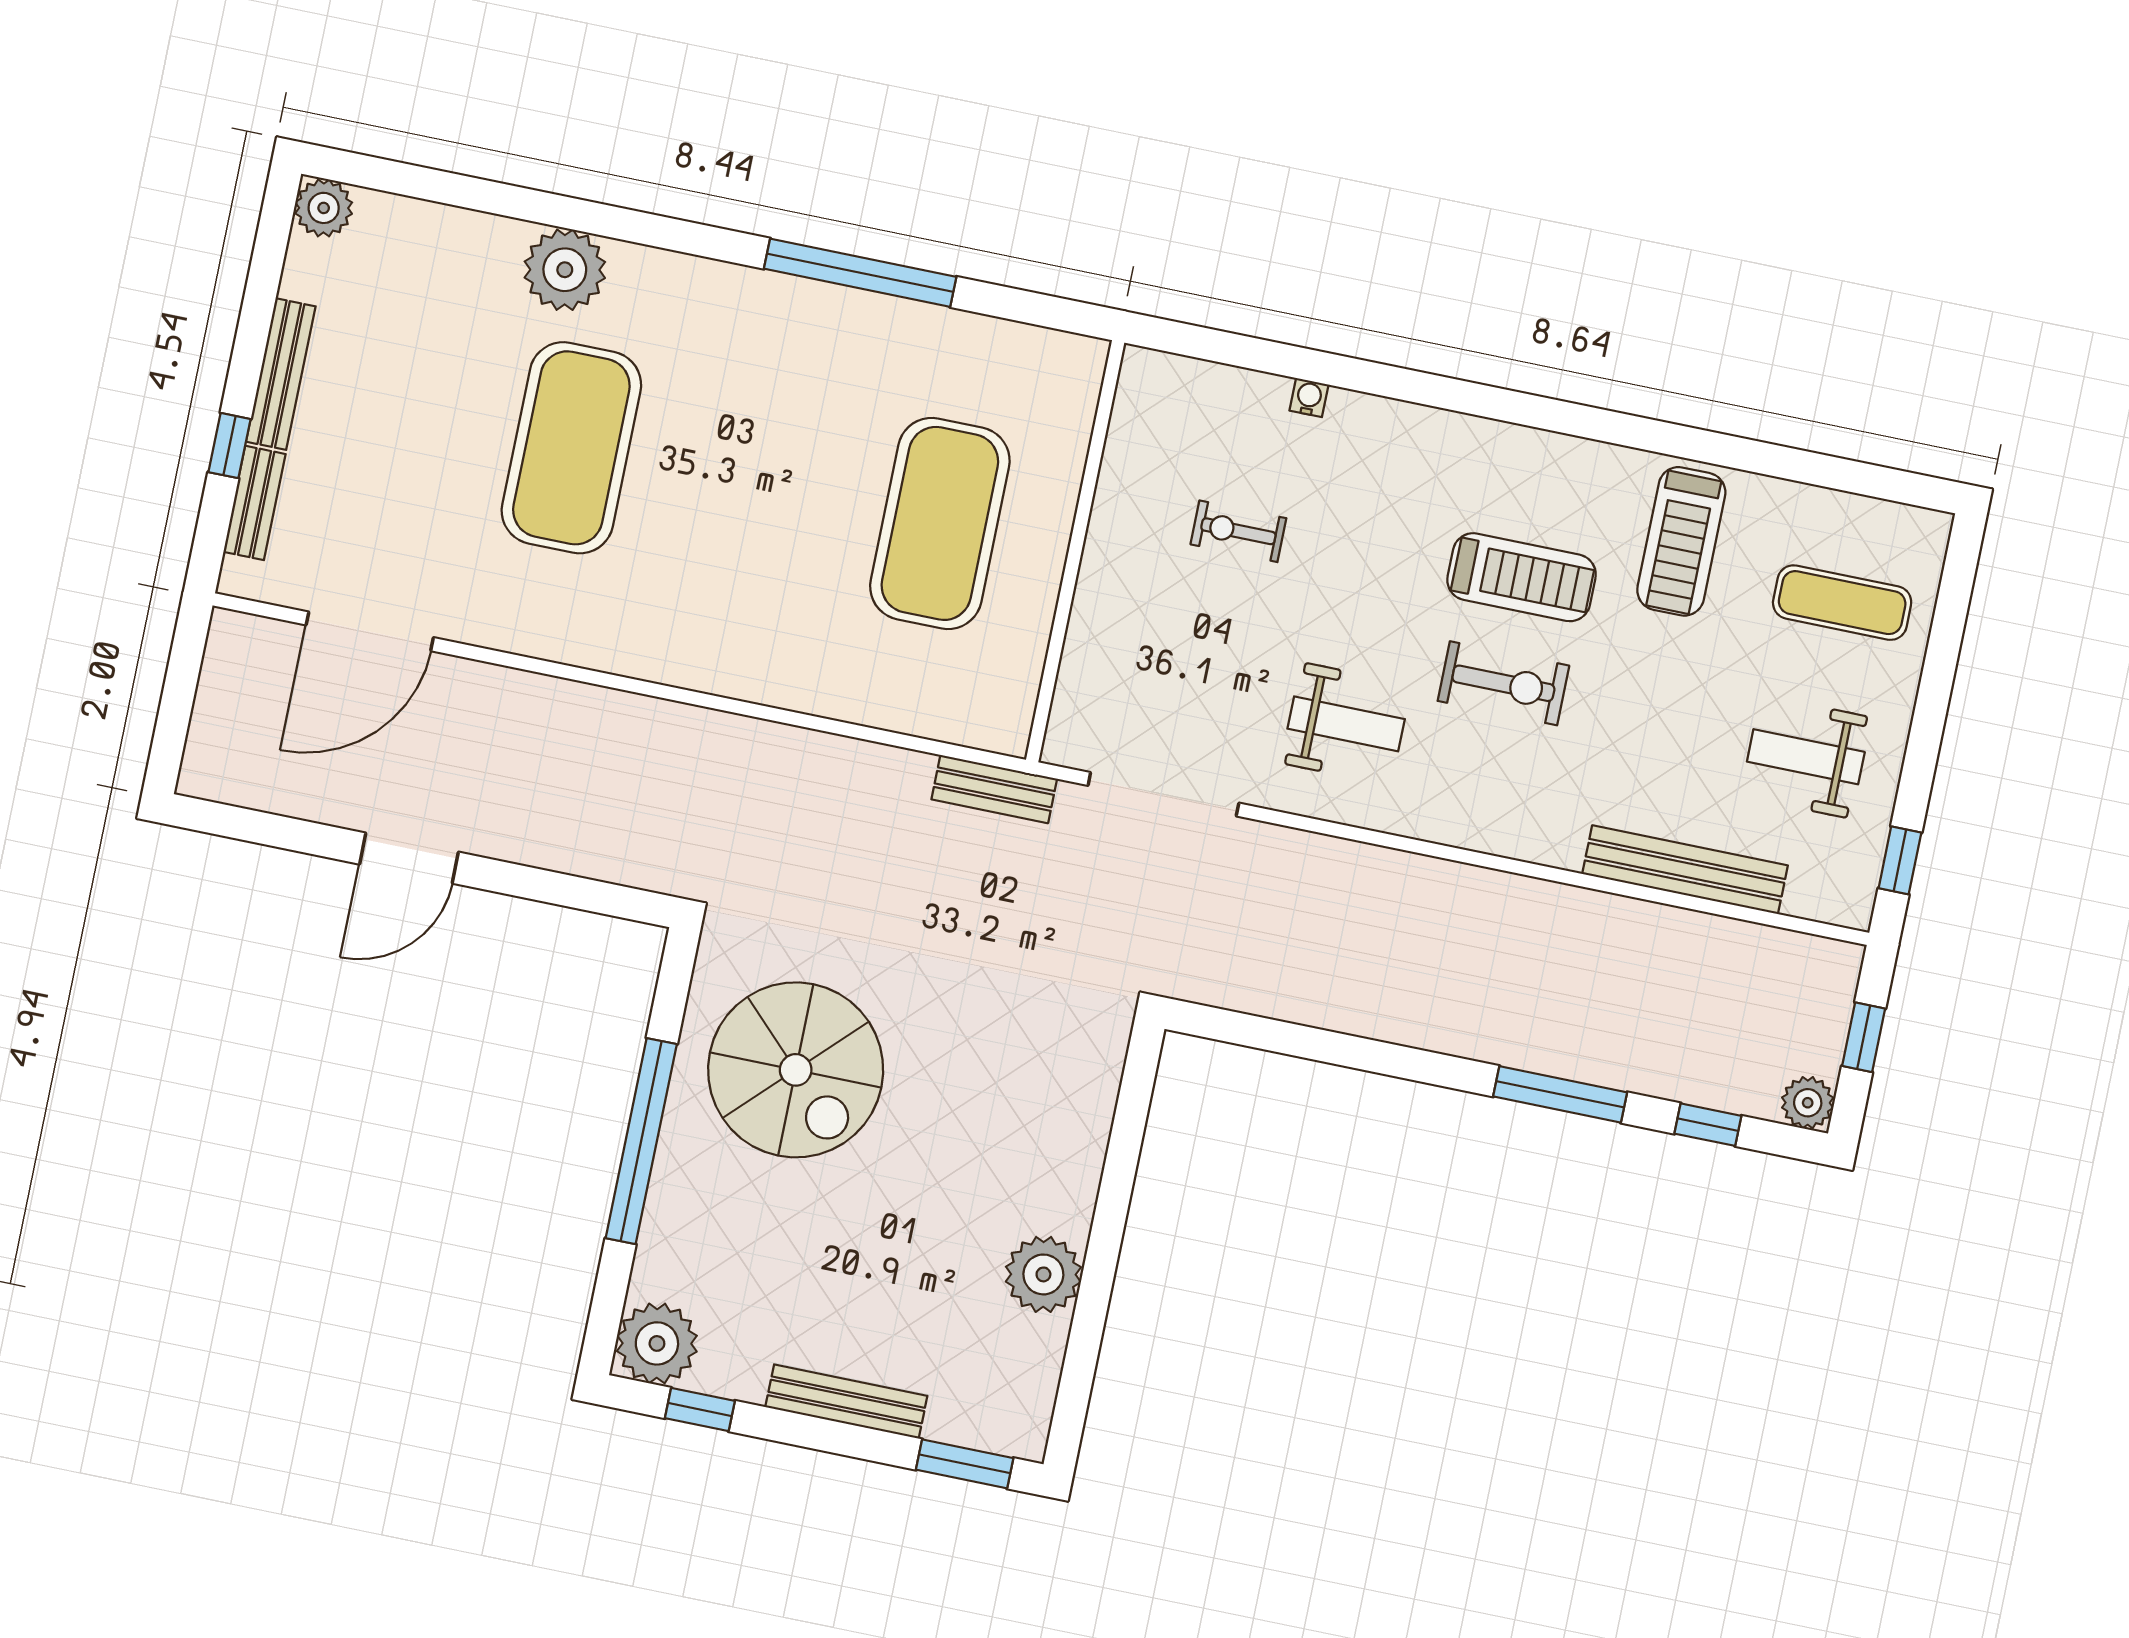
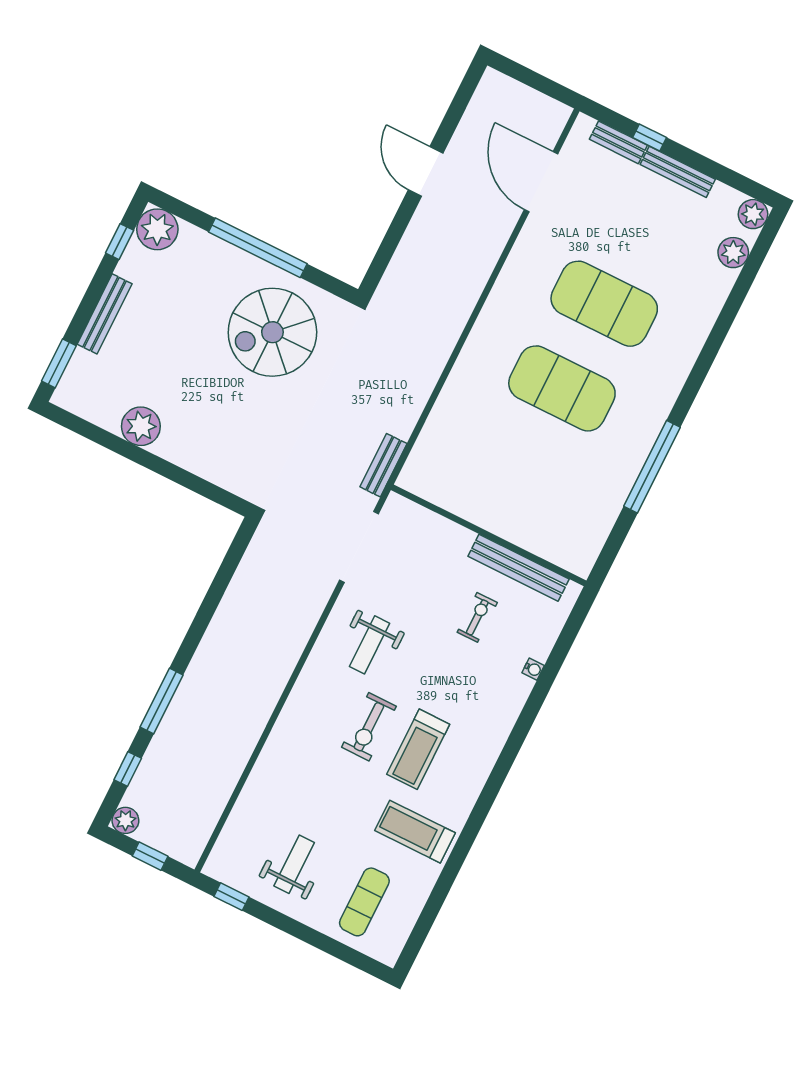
plant: (565, 270) -> (733, 253), moved, width x0.73, depth x0.73
exercise mat: (940, 523) -> (562, 388), moved
bench: (1685, 870) -> (519, 568), moved, turned 90

